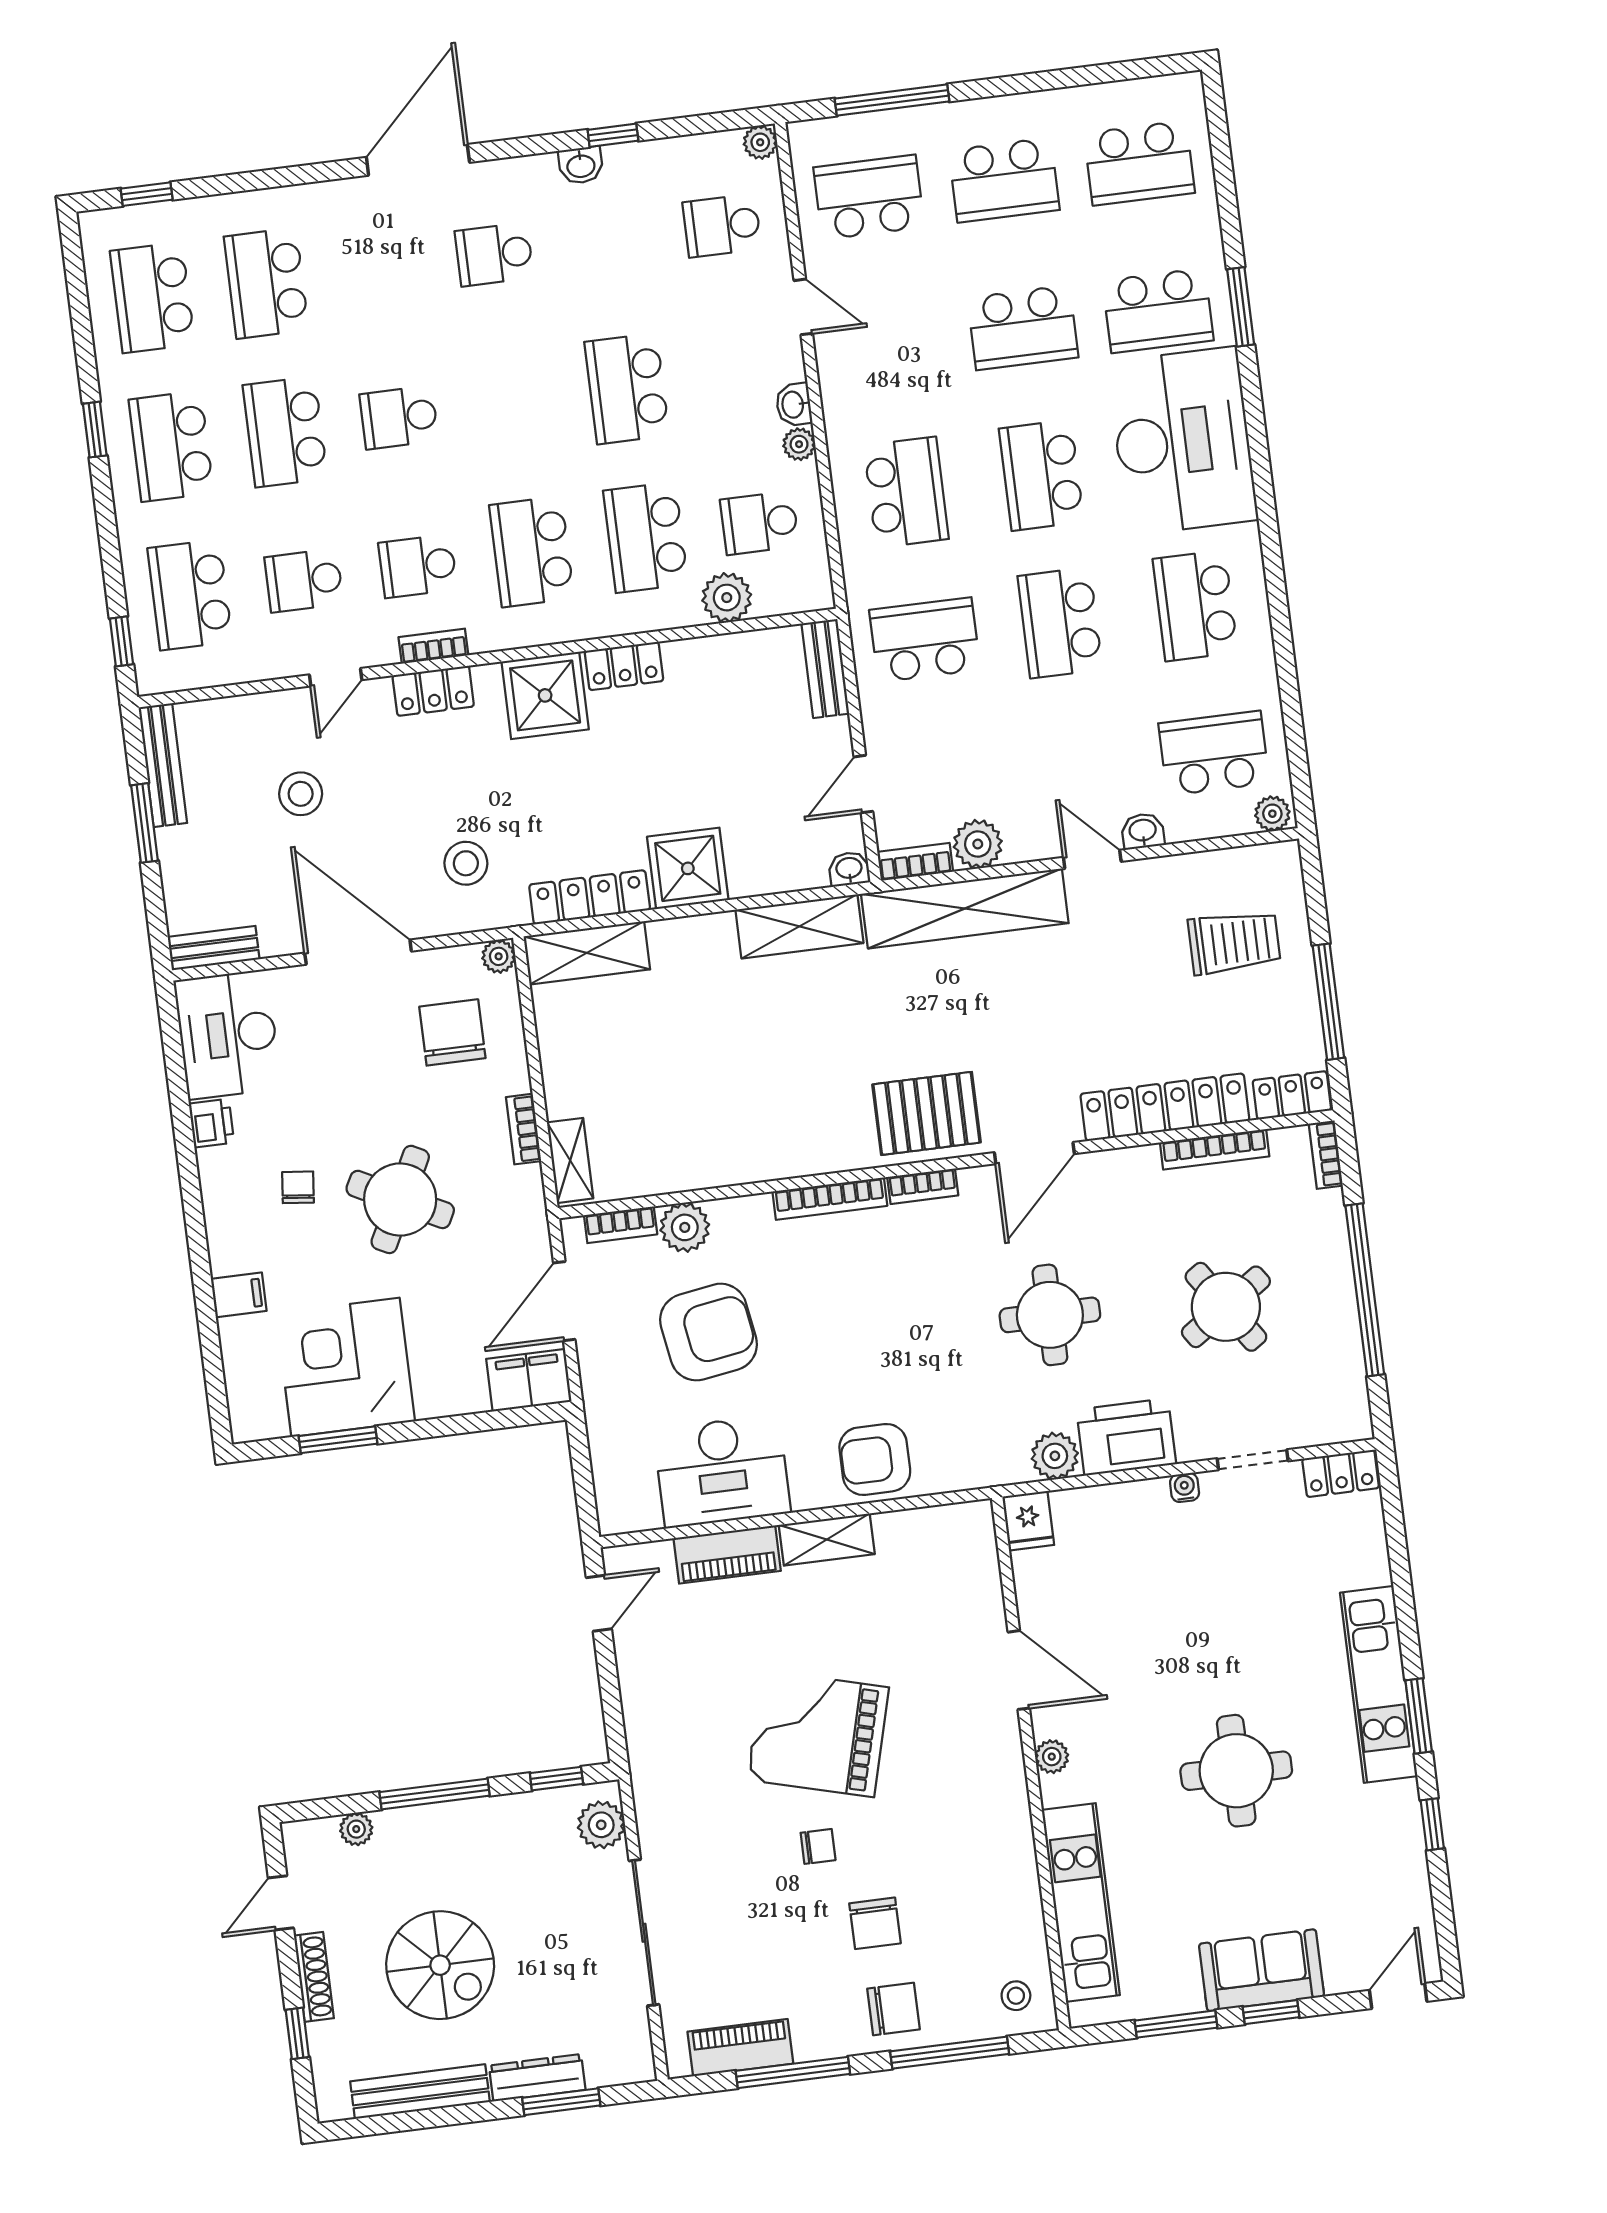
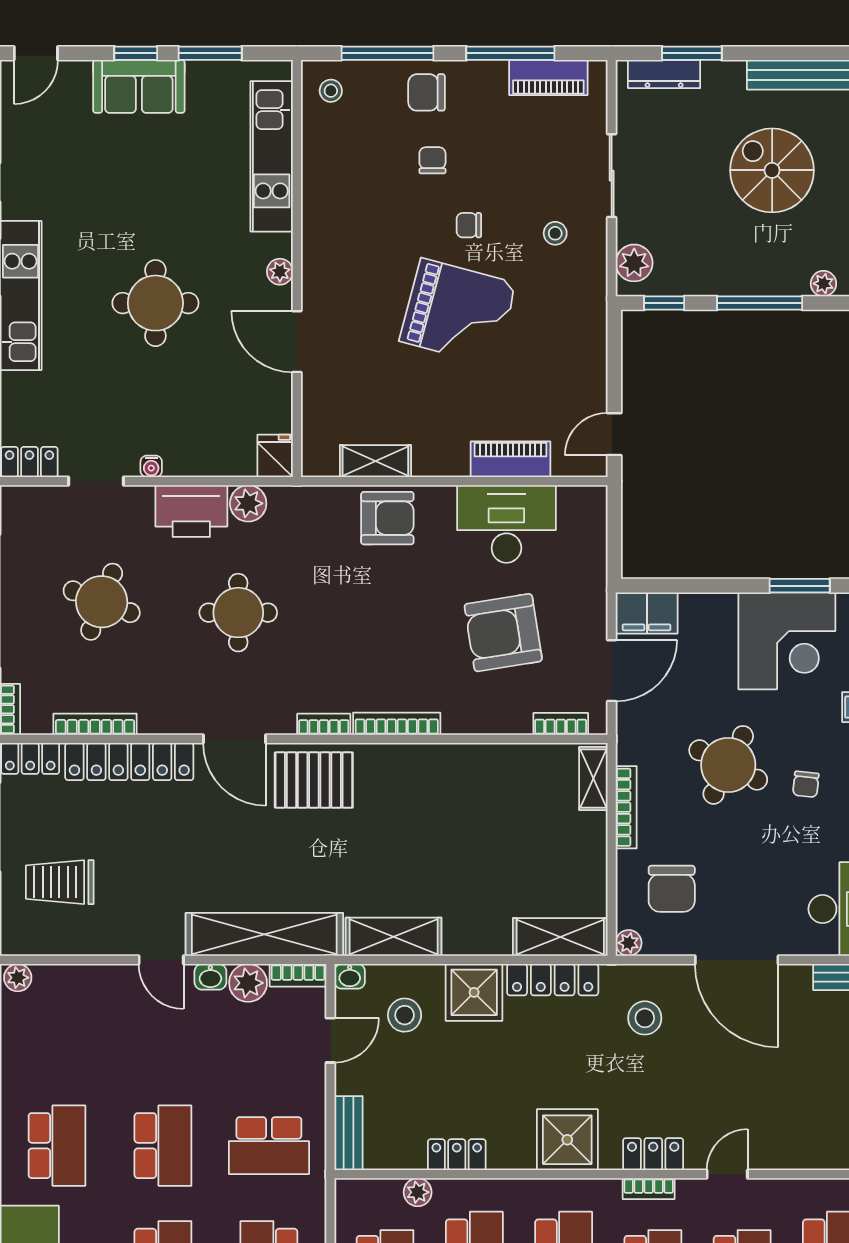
plant: (727, 598) -> (418, 1192), width x0.73, depth x0.73
locker: (624, 666) -> (457, 1155), moved
school desk: (1214, 753) -> (57, 1030), removed
stool: (301, 794) -> (405, 1015), moved
washbasin: (1143, 831) -> (210, 977), moved
bookcase: (524, 1129) -> (626, 807), width x1.56
door: (1034, 1153) -> (234, 739), swing flipped
plant: (685, 1227) -> (511, 716), removed
round table: (1226, 1307) -> (102, 602), turned -35
shelving: (827, 1540) -> (375, 461), moved
round table: (1236, 1771) -> (155, 303), moved
stool: (707, 1850) -> (555, 233), added
chair: (875, 1923) -> (432, 160), width x0.73, depth x0.73
sliding door: (644, 1933) -> (612, 176), width x0.73
dresser: (537, 2078) -> (664, 74), moved

